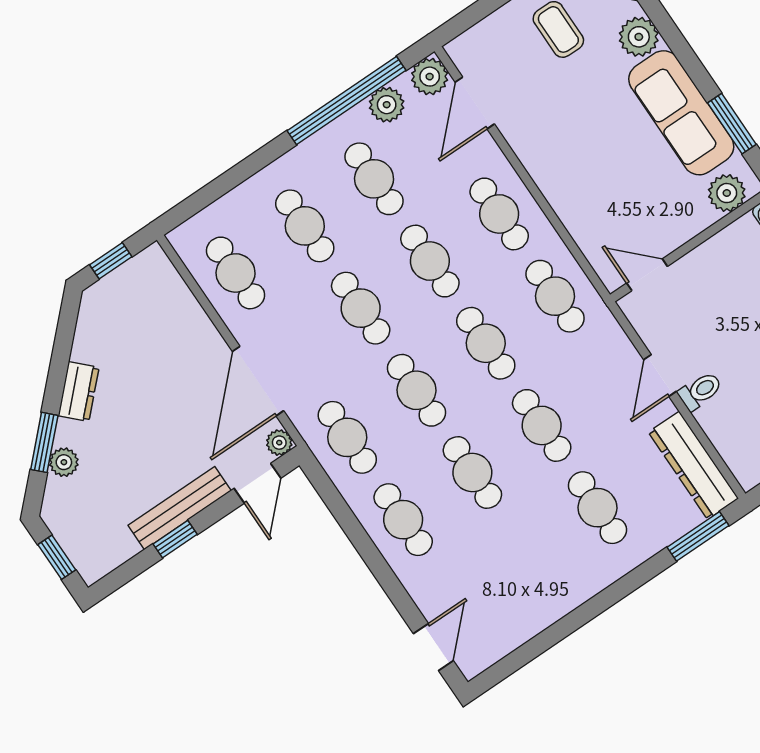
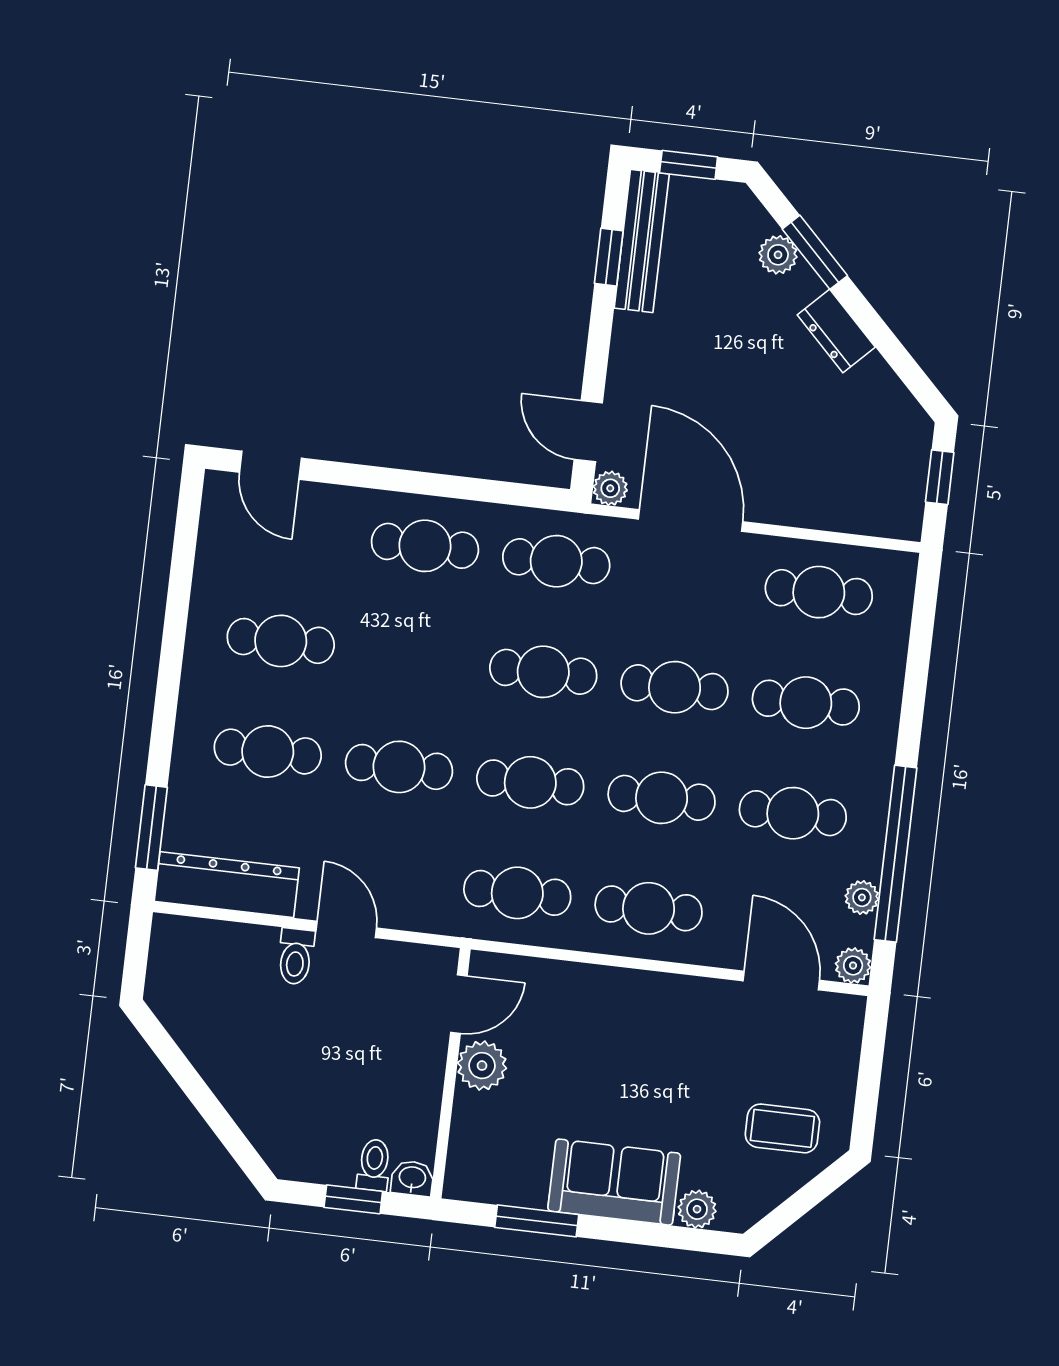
plant: (639, 37) -> (697, 1209), width x0.73, depth x0.73
plant: (430, 77) -> (853, 966), width x0.73, depth x0.73
plant: (387, 105) -> (862, 897), width x0.73, depth x0.73
sofa: (681, 113) -> (614, 1182), width x0.73
plant: (727, 193) -> (482, 1066), moved
cafe table: (472, 473) -> (281, 641), moved
bench: (180, 508) -> (642, 241), moved
window: (175, 539) -> (609, 257), moved

